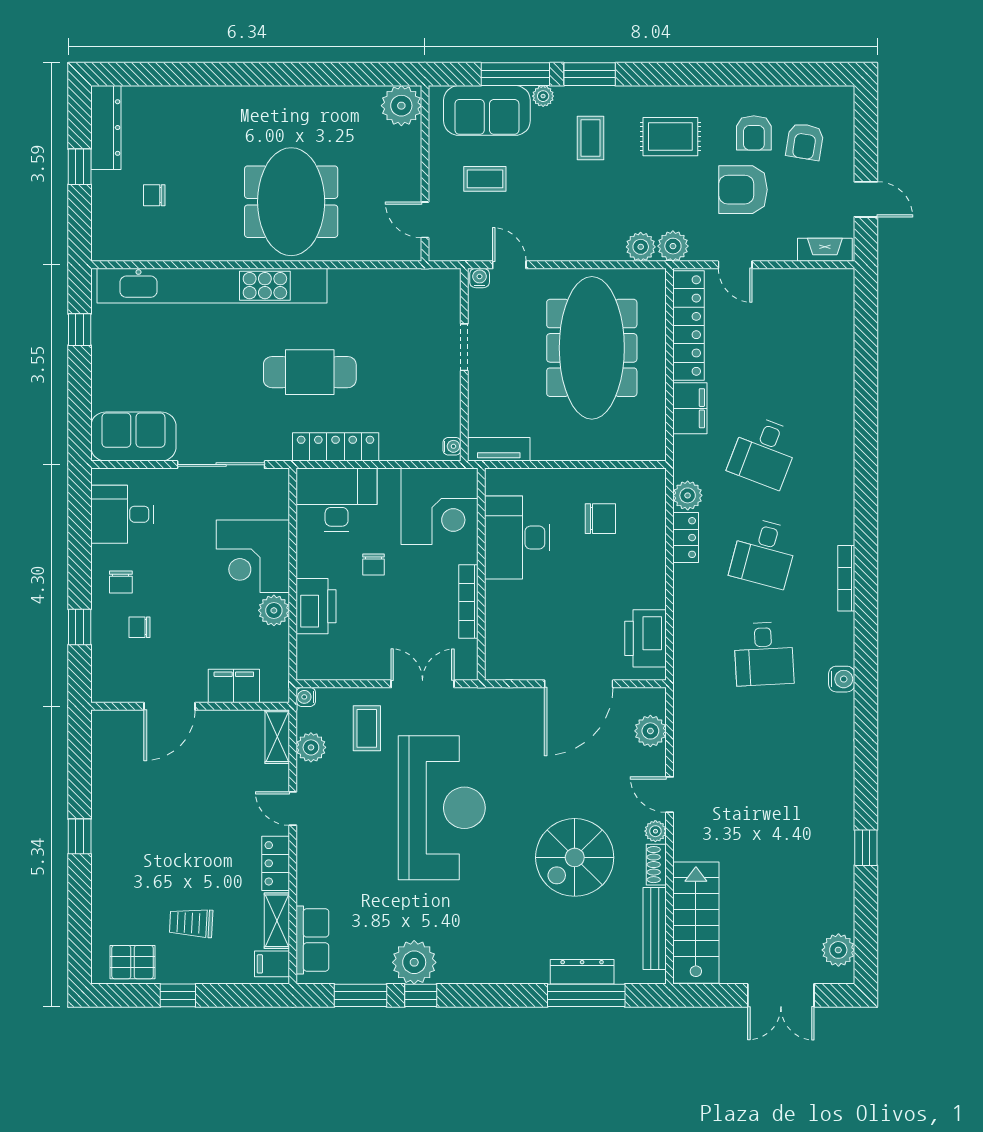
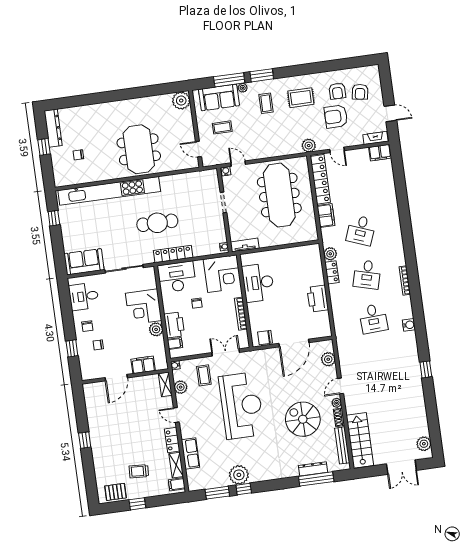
plant: (641, 247) -> (295, 148), removed
filing cabinet: (831, 284) -> (380, 153), added
chair: (600, 519) -> (265, 338), moved, turned 180
printer: (646, 638) -> (318, 299), moved
filing cabinet: (312, 648) -> (175, 343), added
door: (670, 795) -> (341, 386), hinge flipped
window: (866, 848) -> (426, 369), moved
spiral stairs: (575, 857) -> (303, 419), turned 90
row of seats: (312, 940) -> (190, 453), moved

